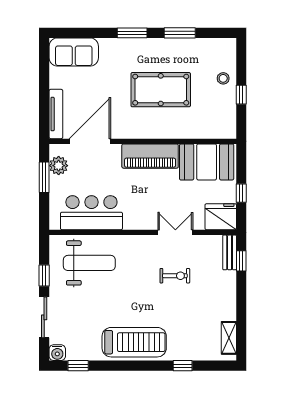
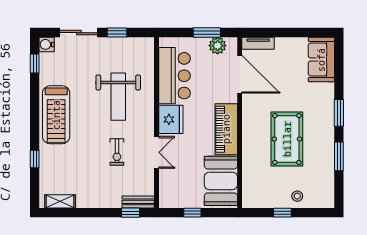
tv unit: (56, 114) -> (258, 43), width x0.71
fridge: (221, 217) -> (171, 119), moved
weight bench: (89, 263) -> (118, 97), moved

